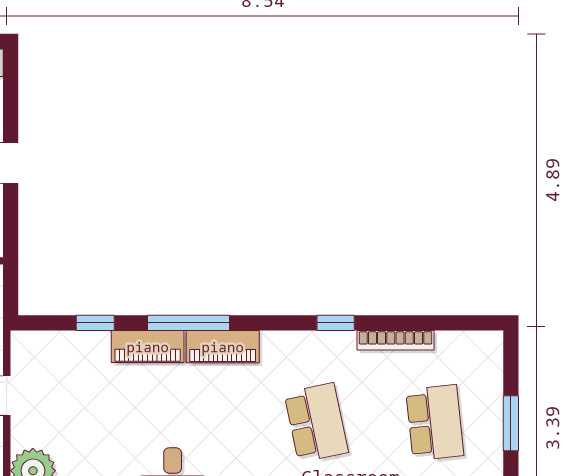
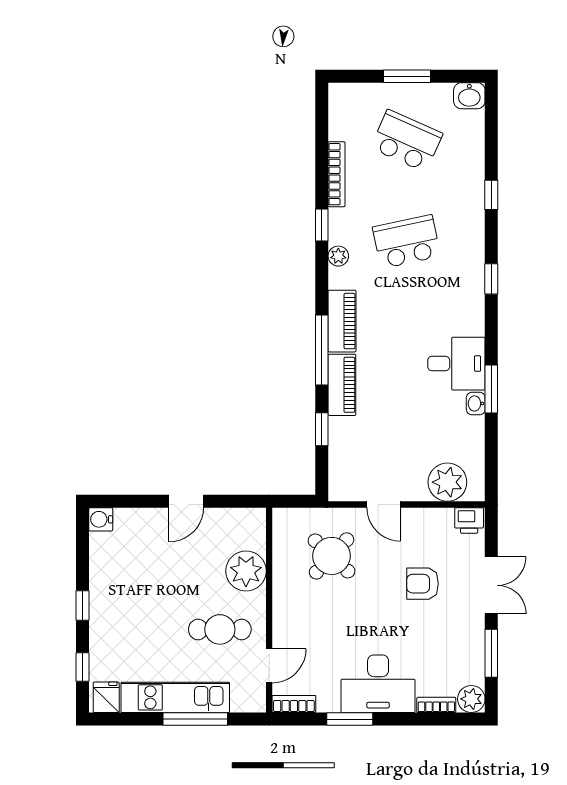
plant: (299, 342) -> (338, 256), added
school desk: (435, 423) -> (407, 141), turned 30

